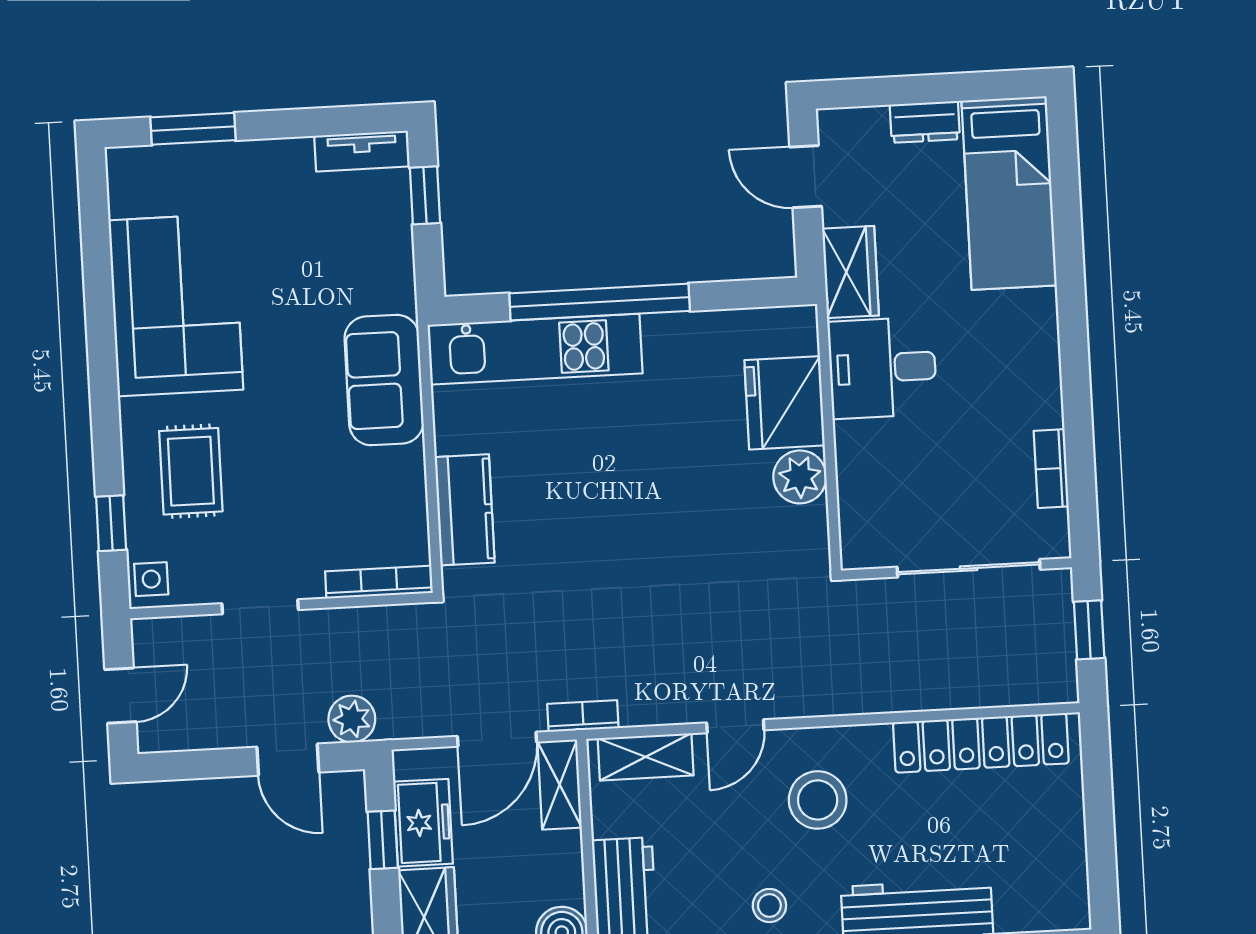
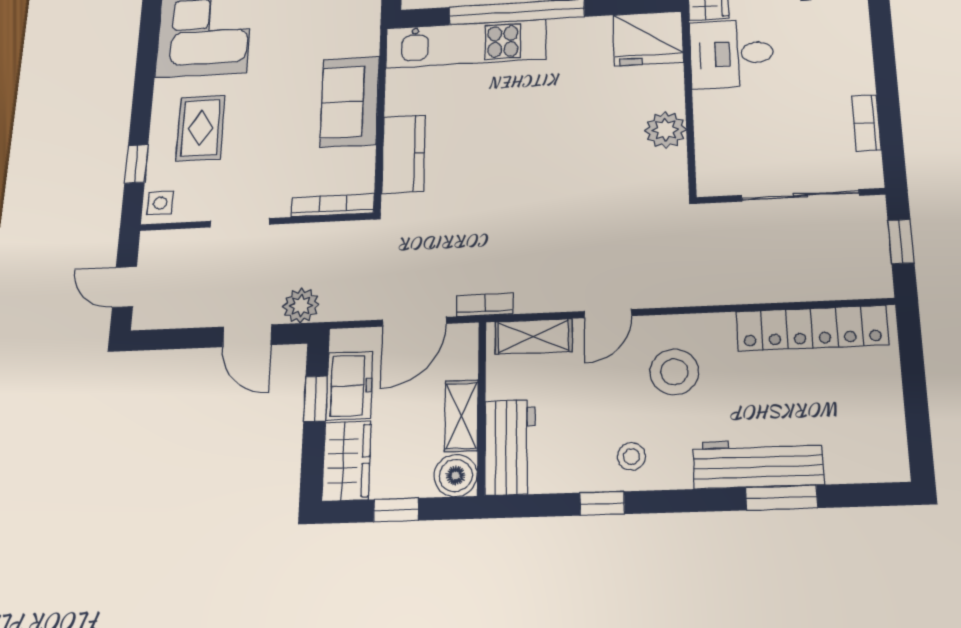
sofa: (384, 380) -> (350, 102), moved
fridge: (784, 403) -> (648, 38), moved, turned -90
door: (120, 696) -> (124, 287), swing flipped
shelving: (560, 785) -> (461, 416), moved

